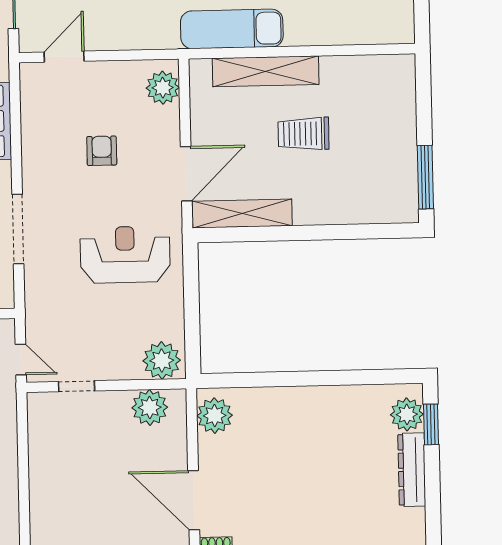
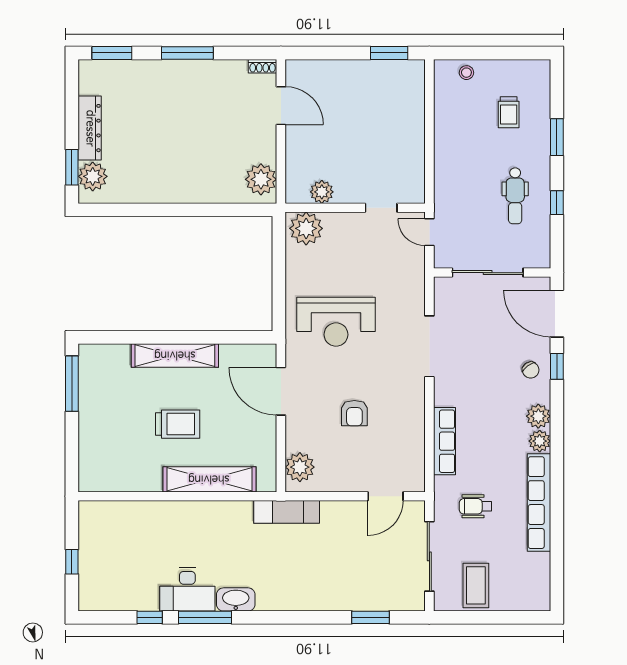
exam couch: (232, 29) -> (287, 512), moved, width x0.73, depth x0.69
door: (186, 174) -> (281, 391), hinge flipped
shelving: (242, 213) -> (175, 355), moved
plant: (150, 407) -> (322, 192), width x0.73, depth x0.73
door: (194, 500) -> (281, 106), width x0.73

